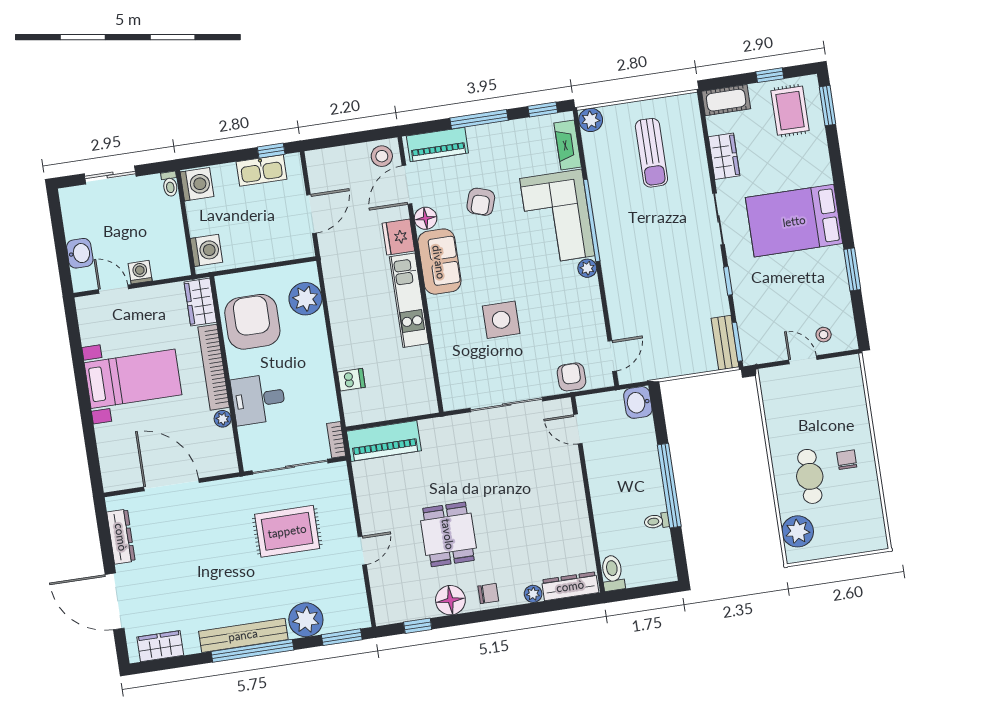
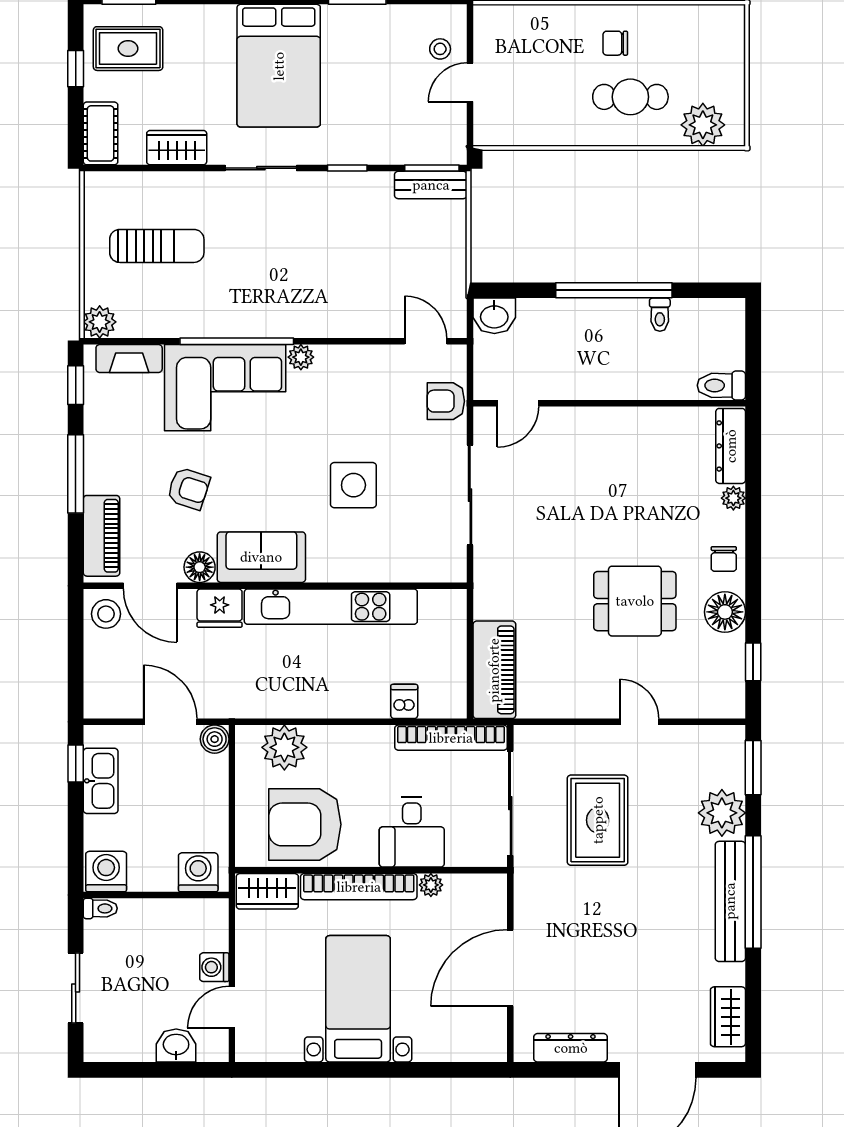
boiler: (304, 248) -> (215, 739), added
kitchen unit: (409, 300) -> (331, 607), width x1.36
bookcase: (336, 440) -> (451, 738), width x2.31, depth x1.31
chair: (488, 594) -> (724, 559), turned 180

